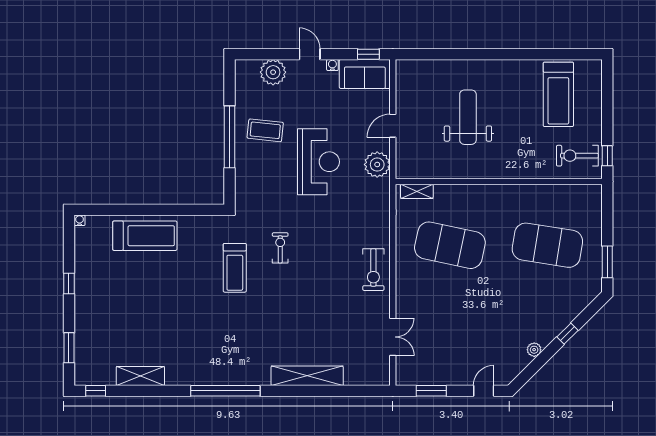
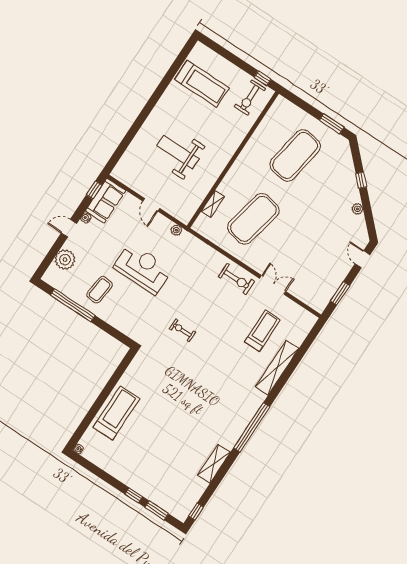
window: (230, 137) -> (73, 305), moved
plant: (377, 165) -> (176, 230), width x0.53, depth x0.53
shelving: (417, 191) -> (213, 204), moved
treadmill: (235, 268) -> (262, 331), moved, turned -90
window: (69, 284) -> (134, 495), moved
double door: (393, 337) -> (273, 285), moved
shelving: (140, 376) -> (214, 464), moved

